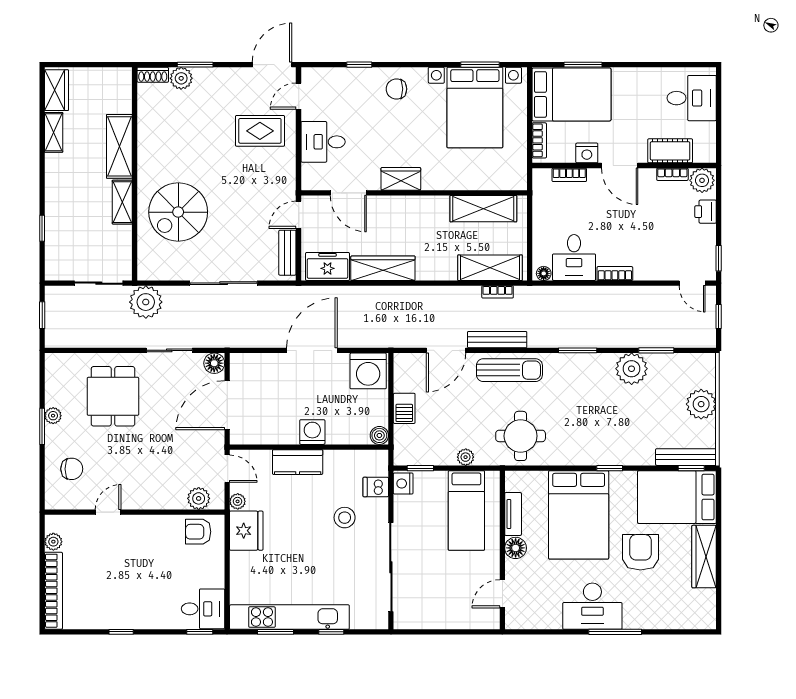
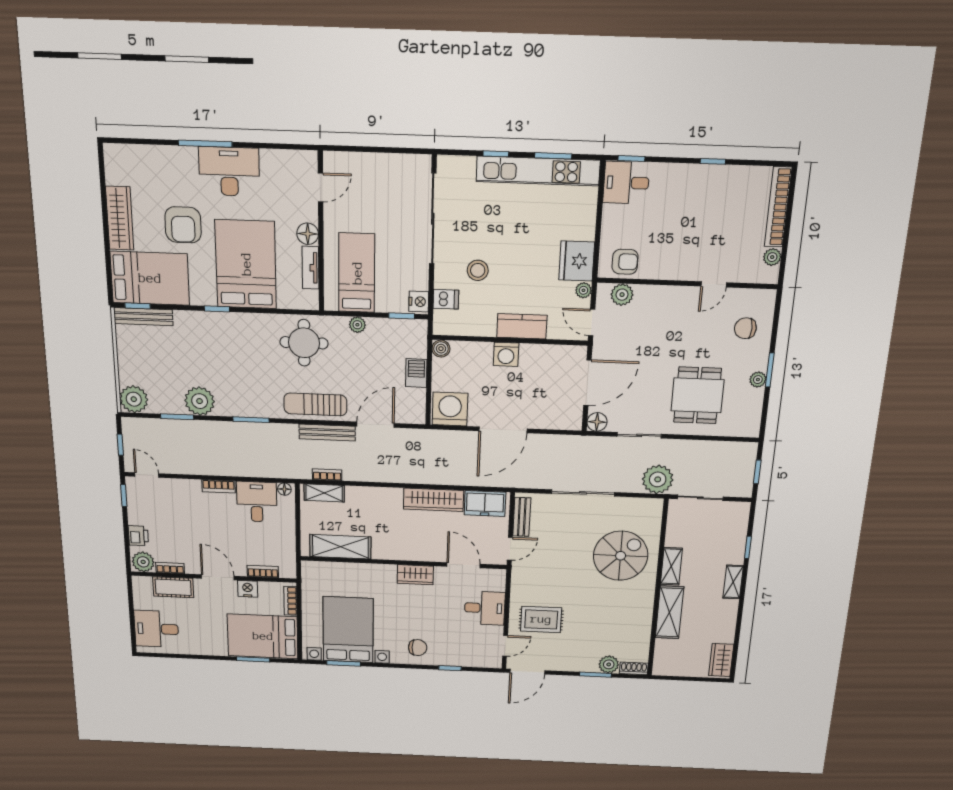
shelving: (54, 132) -> (733, 582), moved
shelving: (490, 268) -> (324, 493), width x0.67, depth x0.75
plant: (701, 404) -> (134, 399), moved

